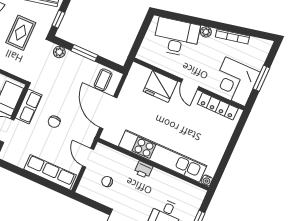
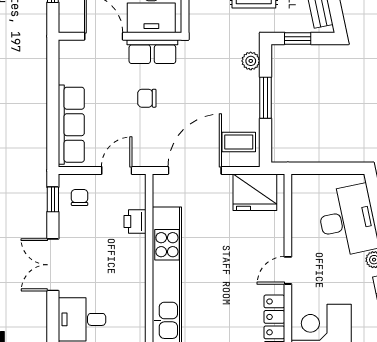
fridge: (160, 86) -> (255, 192), moved, turned -90
printer: (144, 170) -> (135, 221), moved
chair: (107, 182) -> (80, 197), moved
window: (88, 202) -> (53, 199), added

